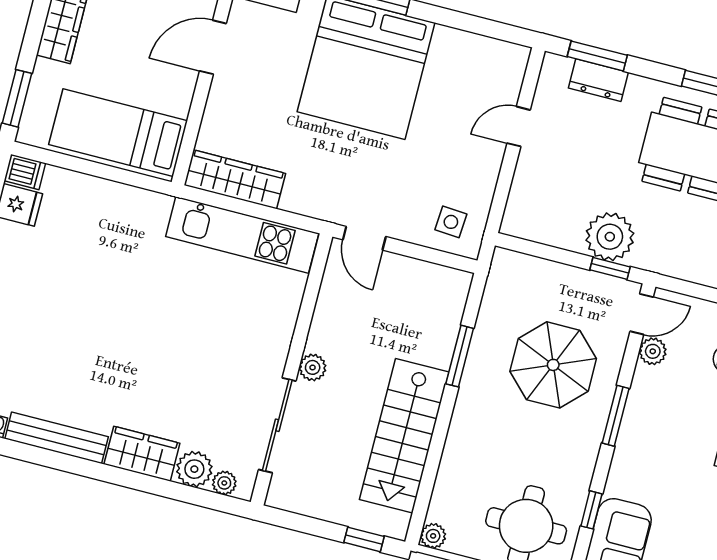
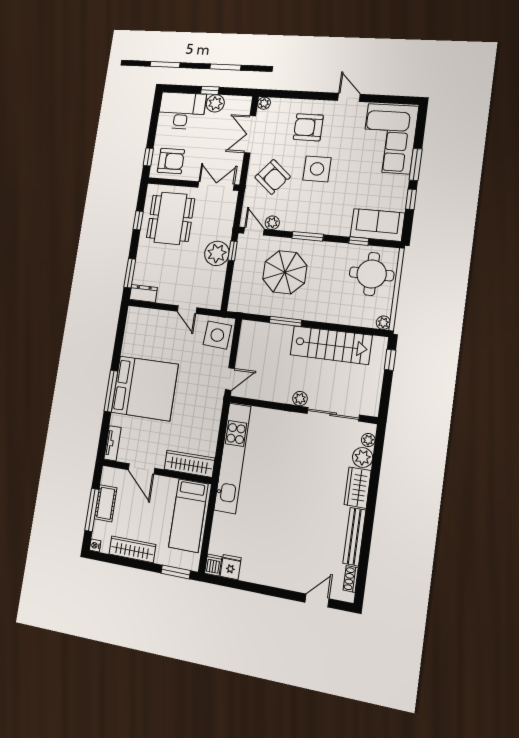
dresser: (598, 80) -> (143, 293), moved, turned -90
door: (519, 127) -> (187, 310), moved
wardrobe: (235, 179) -> (189, 464), moved, turned 90
side table: (451, 222) -> (217, 335), width x1.87, depth x1.87
kitchen unit: (242, 235) -> (232, 458), width x1.36

